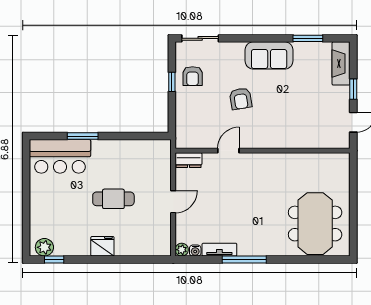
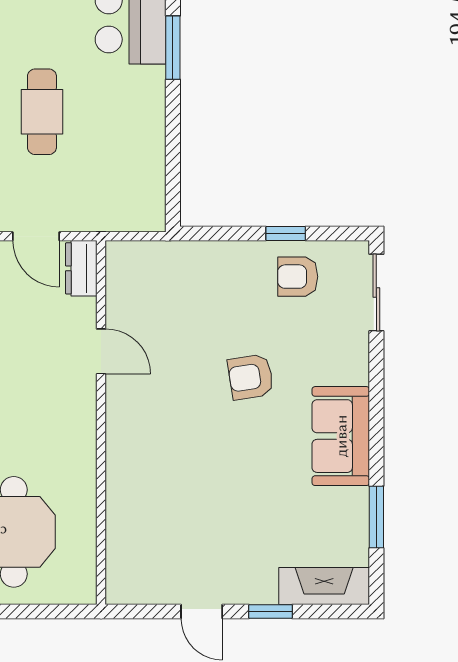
door: (228, 151) -> (101, 351), moved
wall: (263, 151) -> (101, 423), moved
dresser: (189, 160) -> (81, 268), moved

